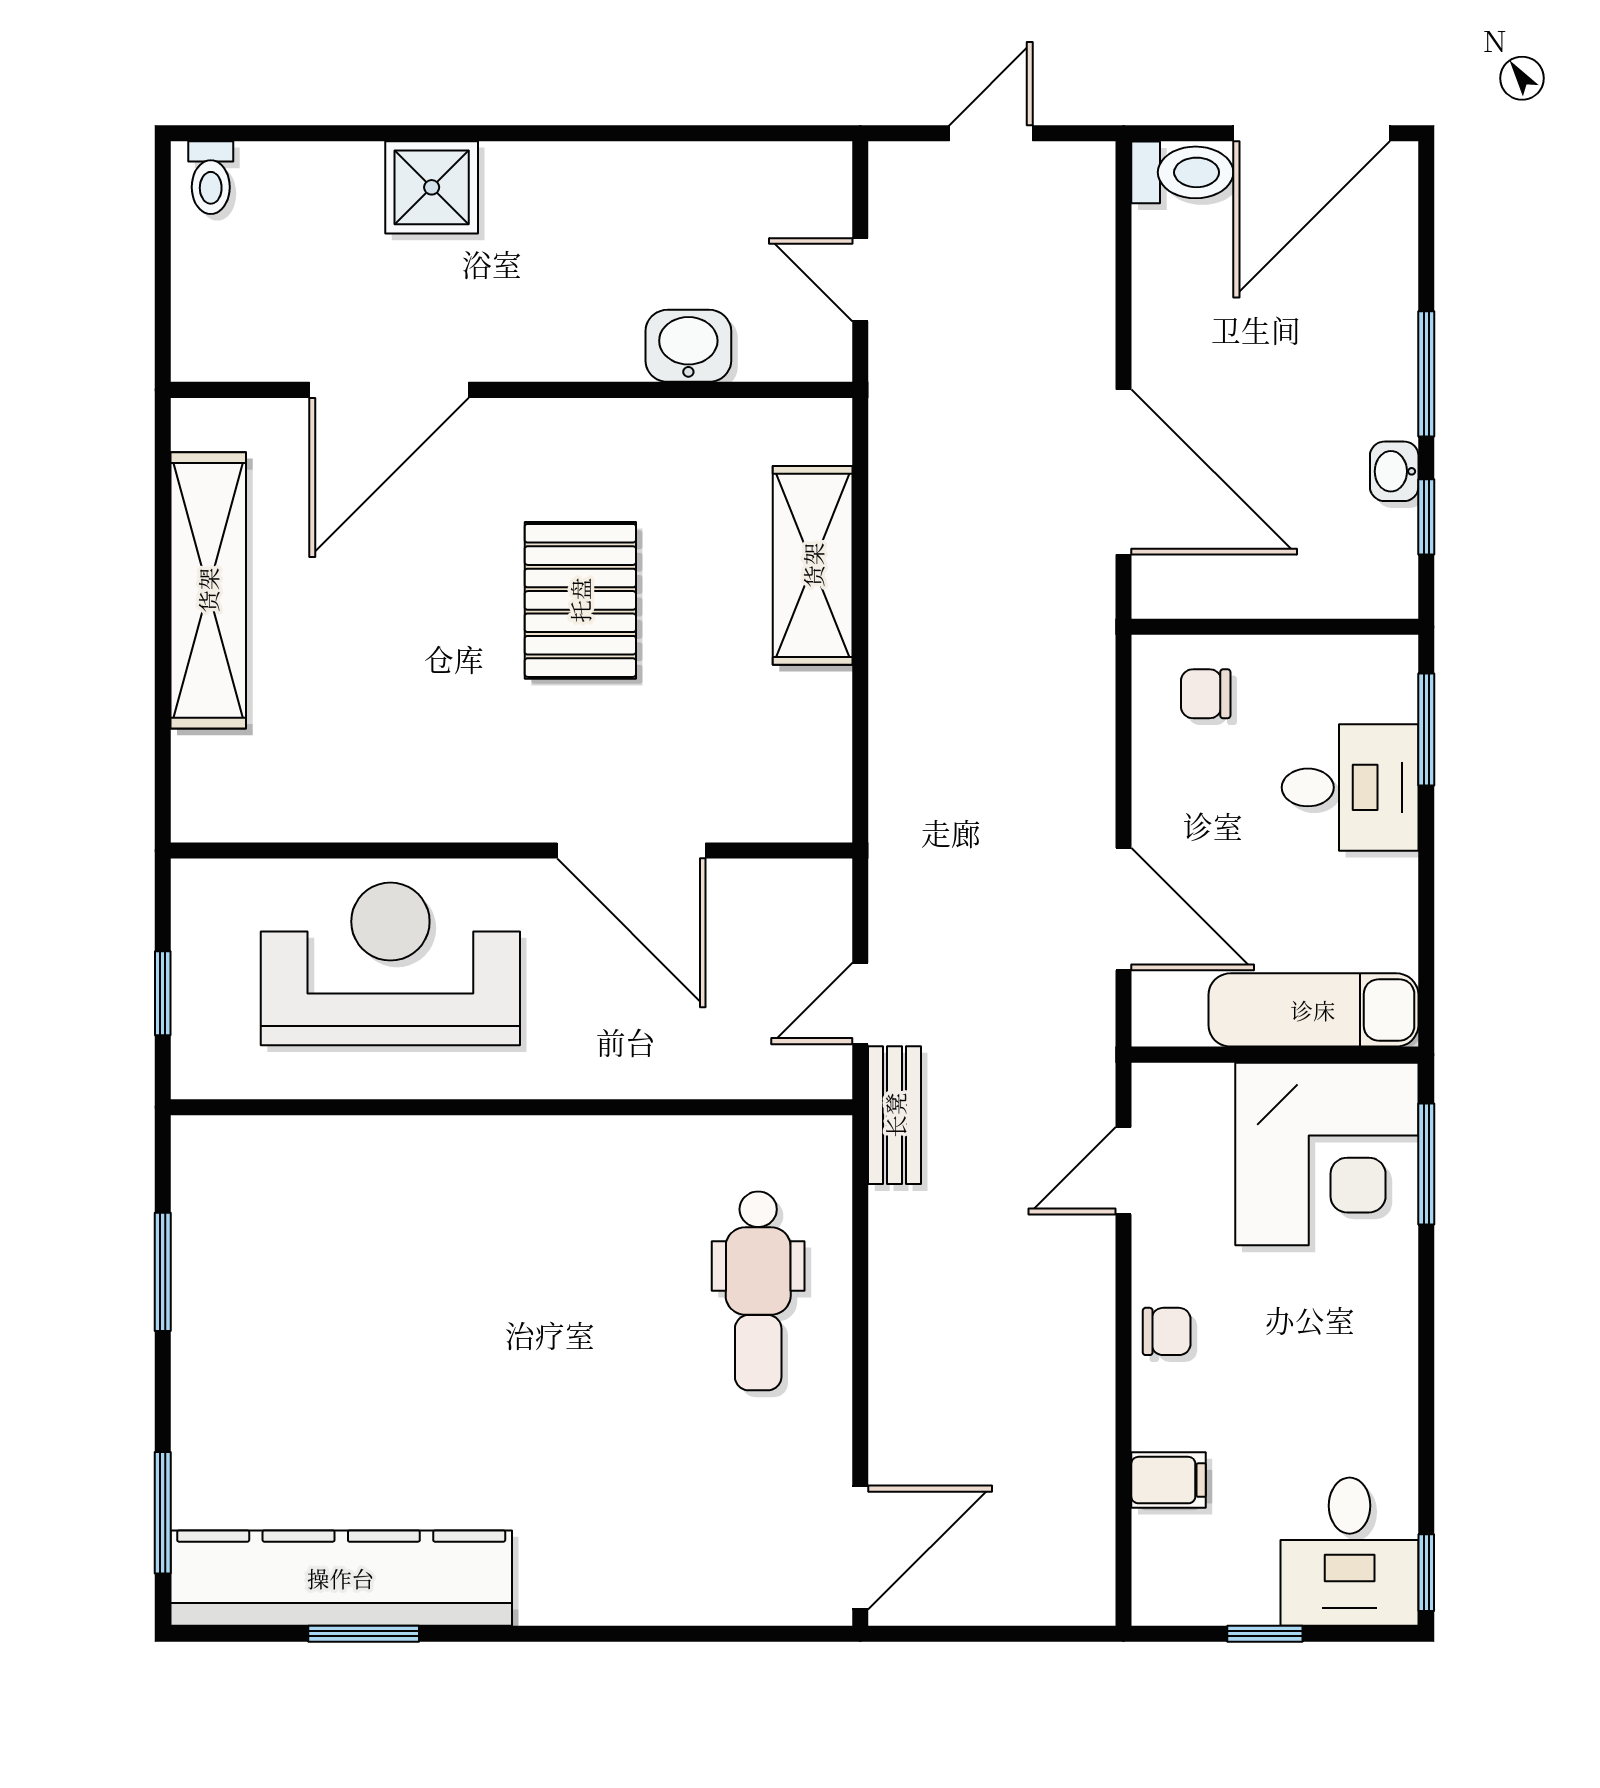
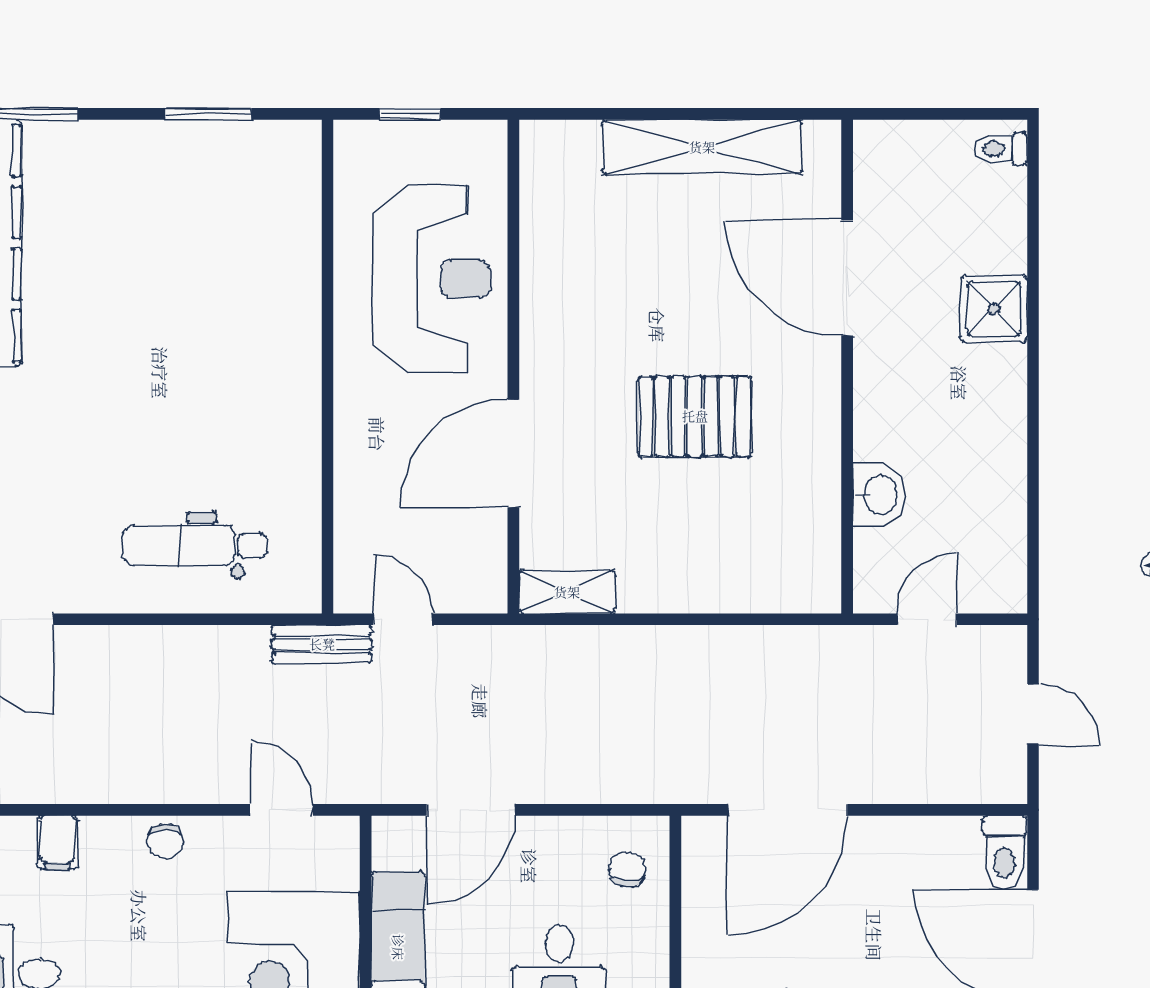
shelving: (813, 565) -> (567, 592), moved, width x0.67, depth x0.75

